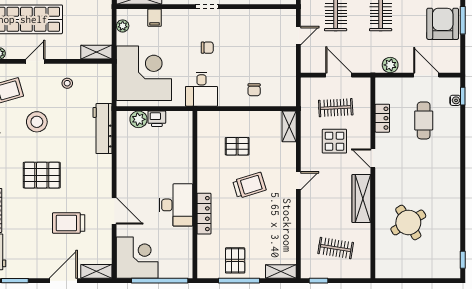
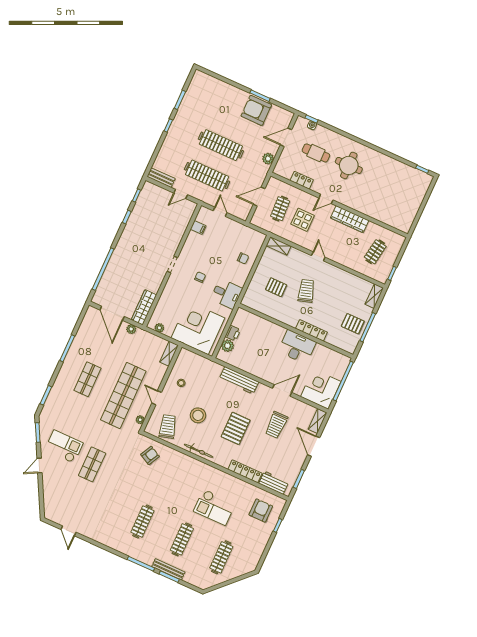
filing cabinet: (155, 18) -> (198, 227), moved
workbench: (102, 129) -> (239, 380), moved
pallet: (237, 146) -> (276, 287), turned 90
round table: (408, 222) -> (349, 165), moved, turned 31

